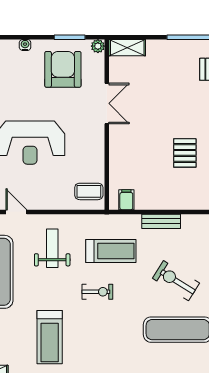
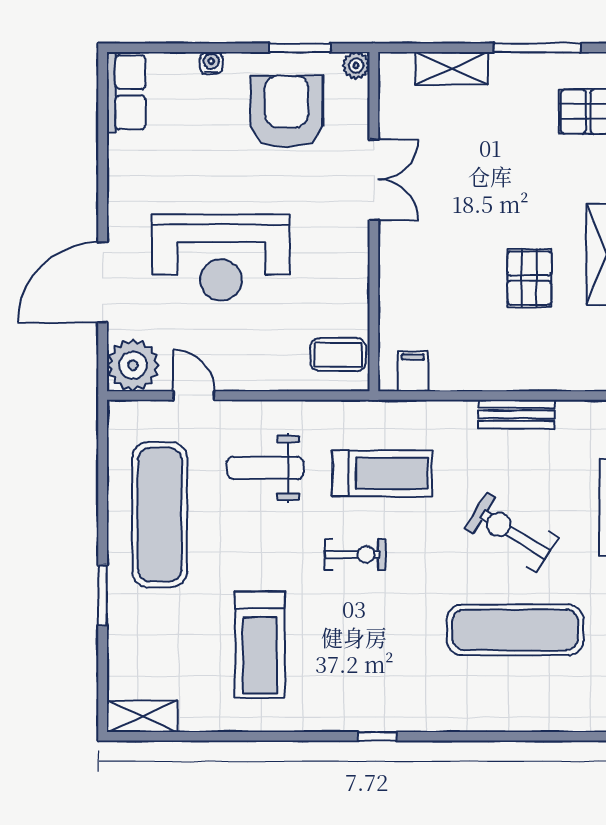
shelving: (127, 48) -> (452, 68), moved
bench: (161, 221) -> (516, 414), moved
weight bench: (52, 248) -> (265, 468), turned -90

